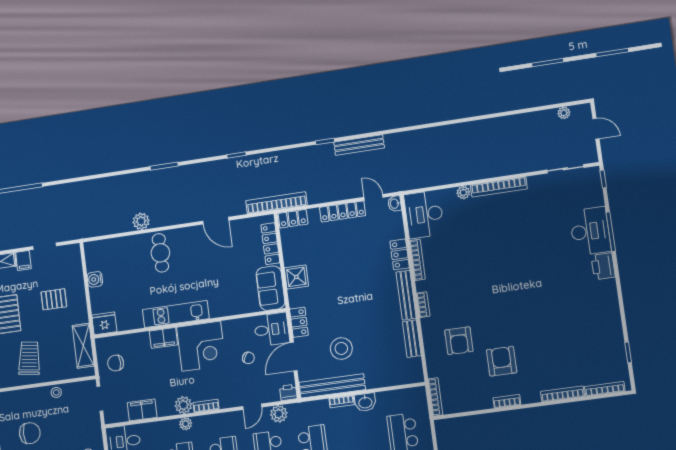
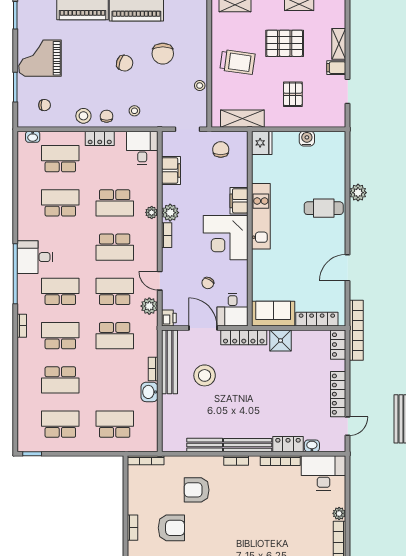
washbasin: (395, 204) -> (312, 446), moved
locker: (299, 322) -> (244, 337), width x1.53

